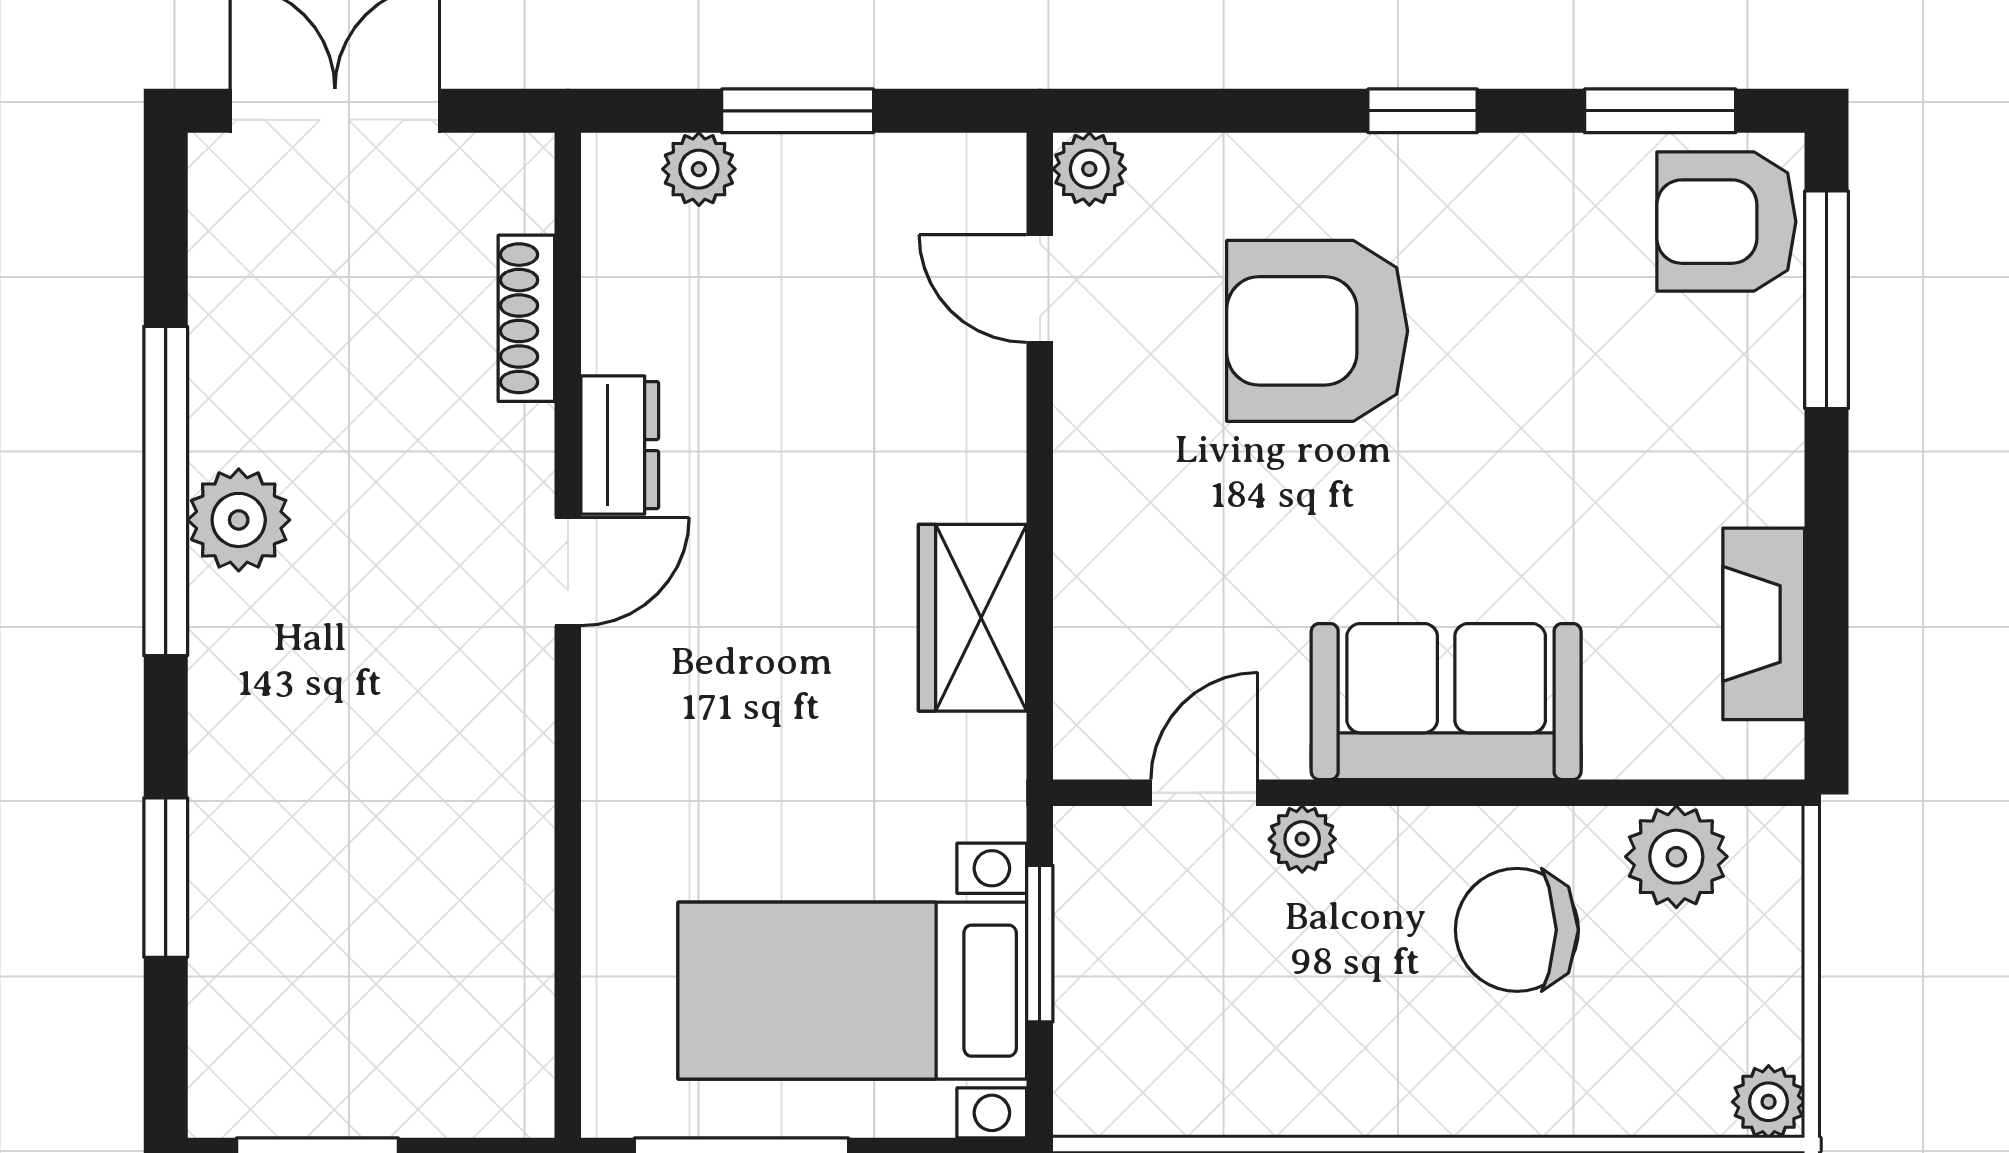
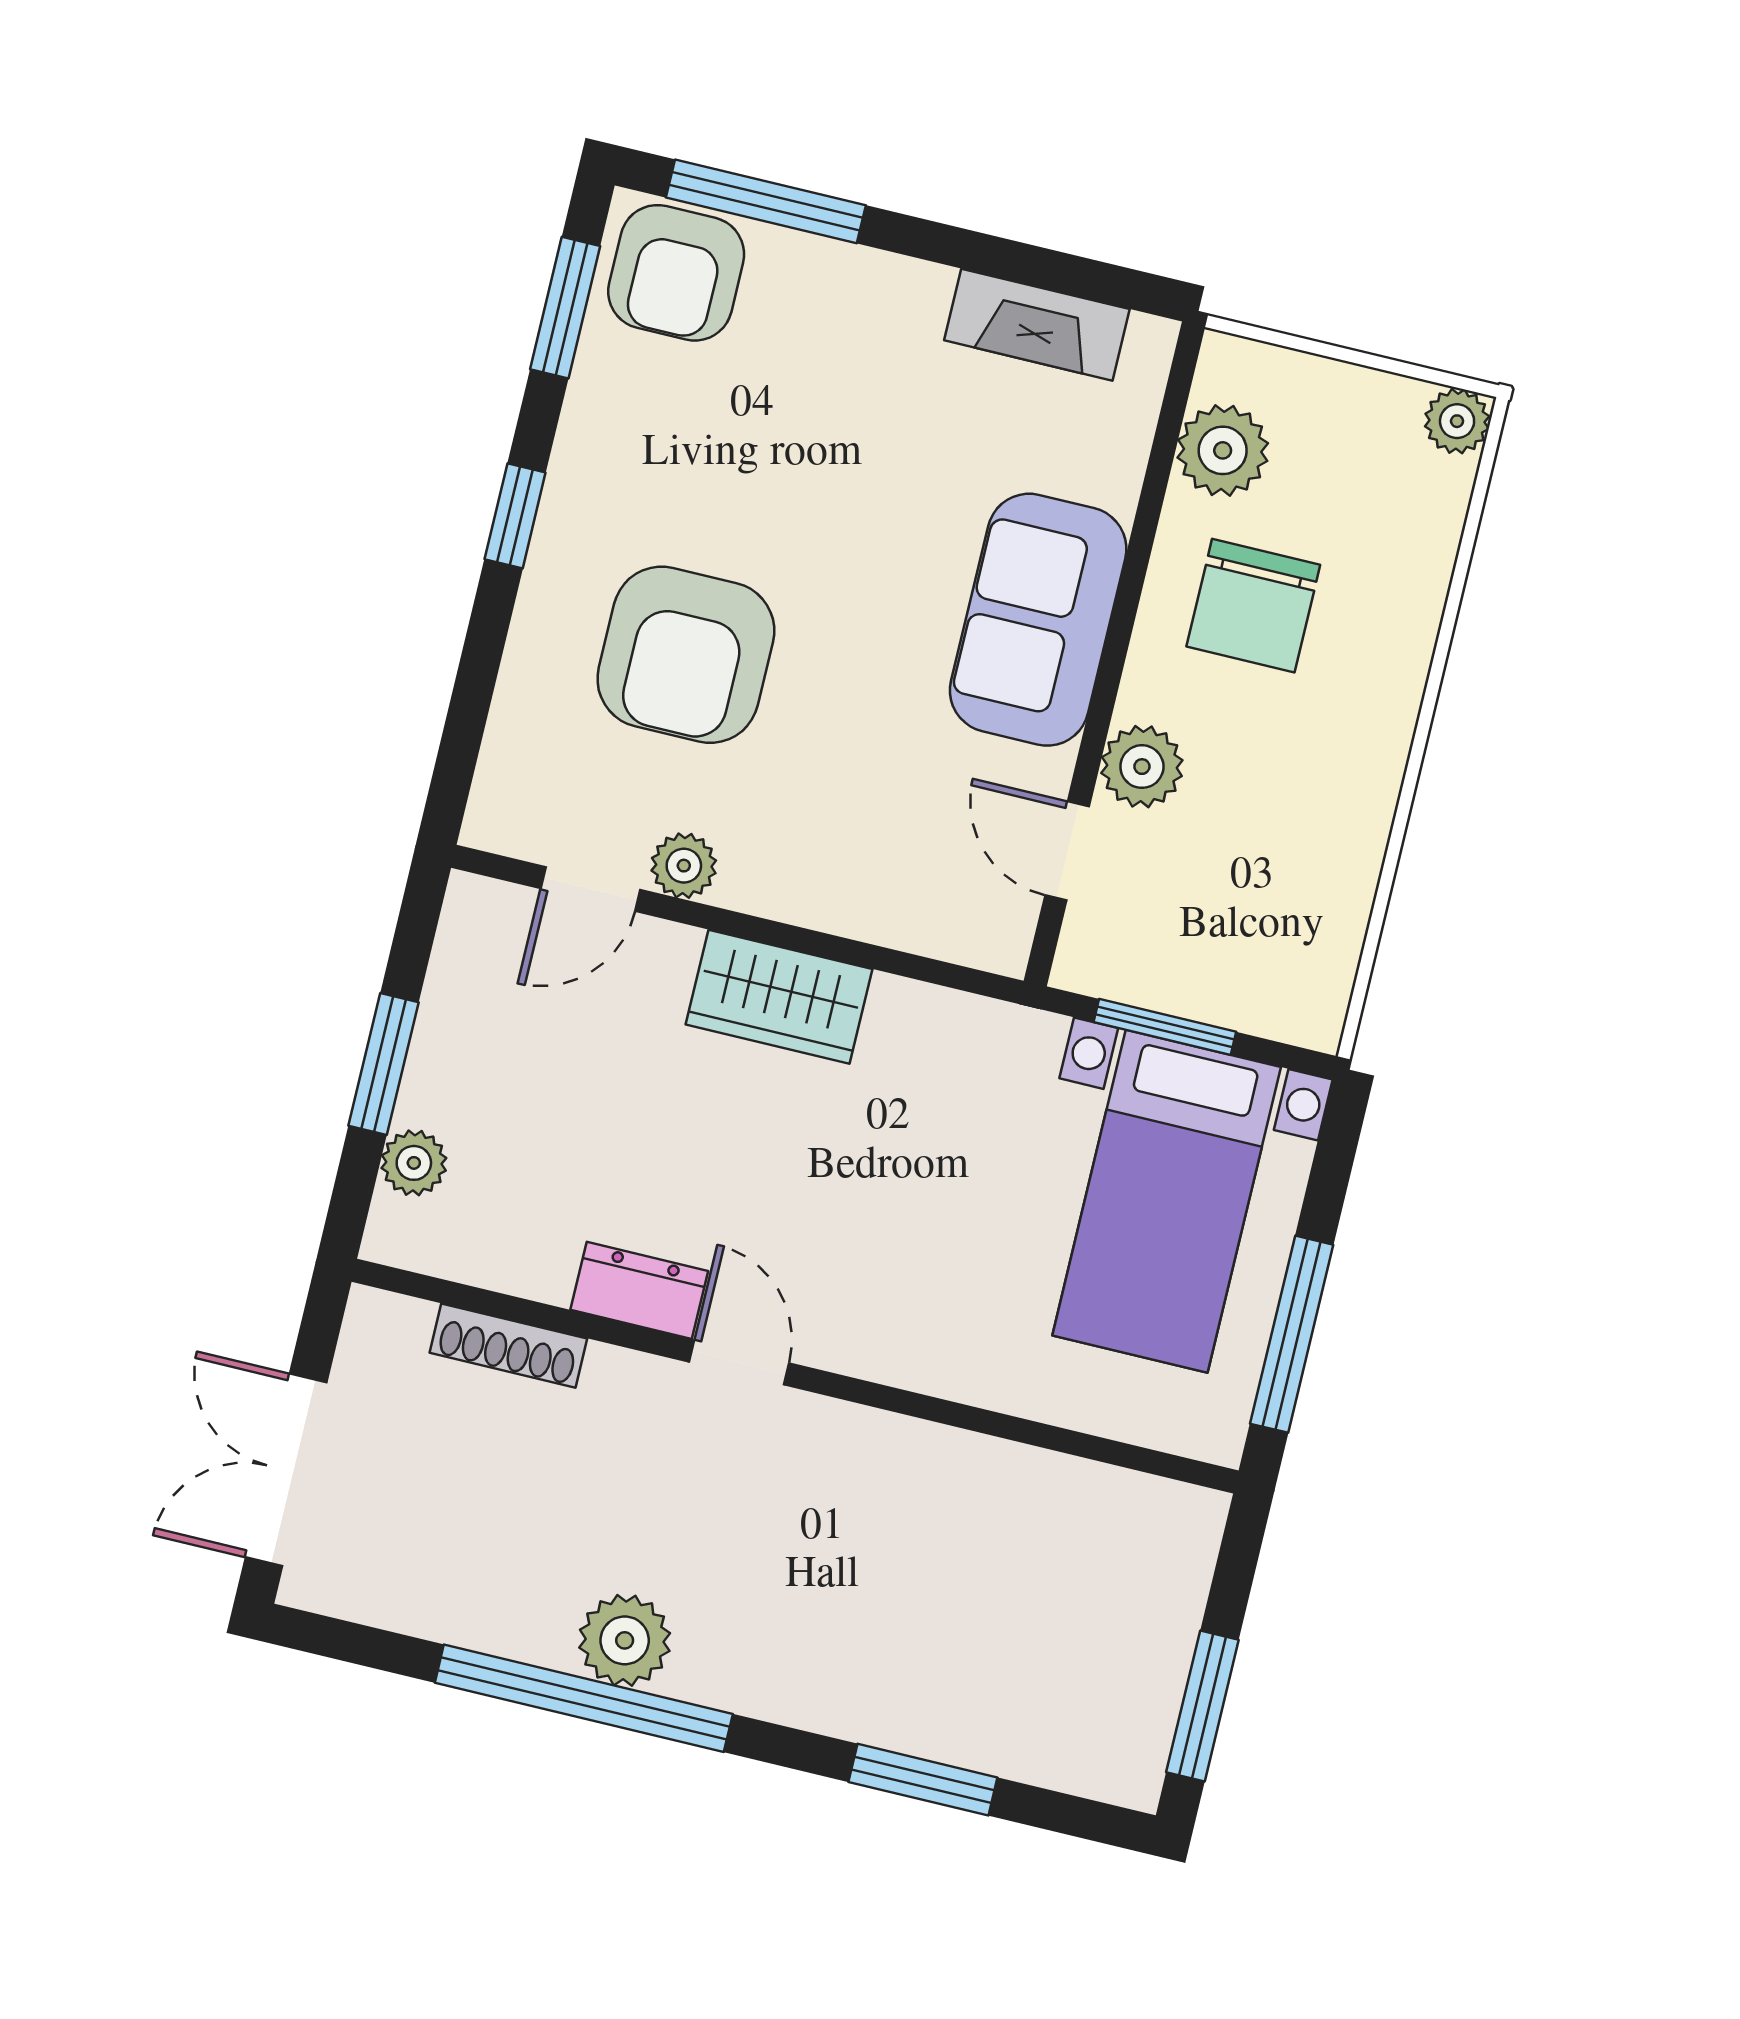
plant: (1089, 169) -> (684, 866), moved
wardrobe: (973, 618) -> (779, 997), moved
plant: (1302, 839) -> (1142, 767), width x1.38, depth x1.38

